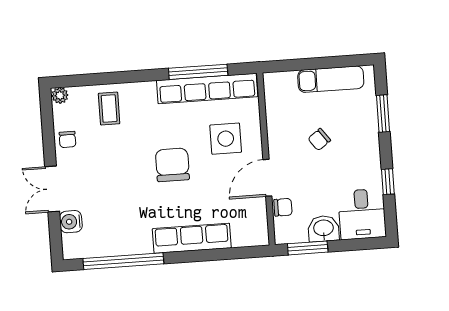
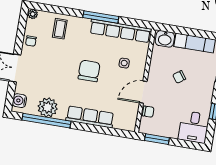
window: (198, 72) -> (101, 17), moved
side table: (226, 139) -> (124, 63), width x0.54, depth x0.54
water cooler: (71, 222) -> (19, 101), moved
washbasin: (323, 229) -> (165, 39), moved, turned 180
plant: (120, 239) -> (48, 107), added

